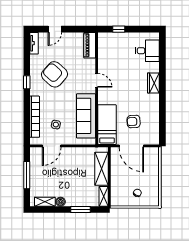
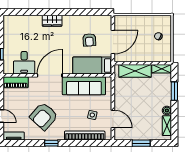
desk: (147, 51) -> (24, 63), moved, turned 180
door: (97, 80) -> (50, 75), width x1.87
window: (27, 175) -> (141, 143), width x0.69

